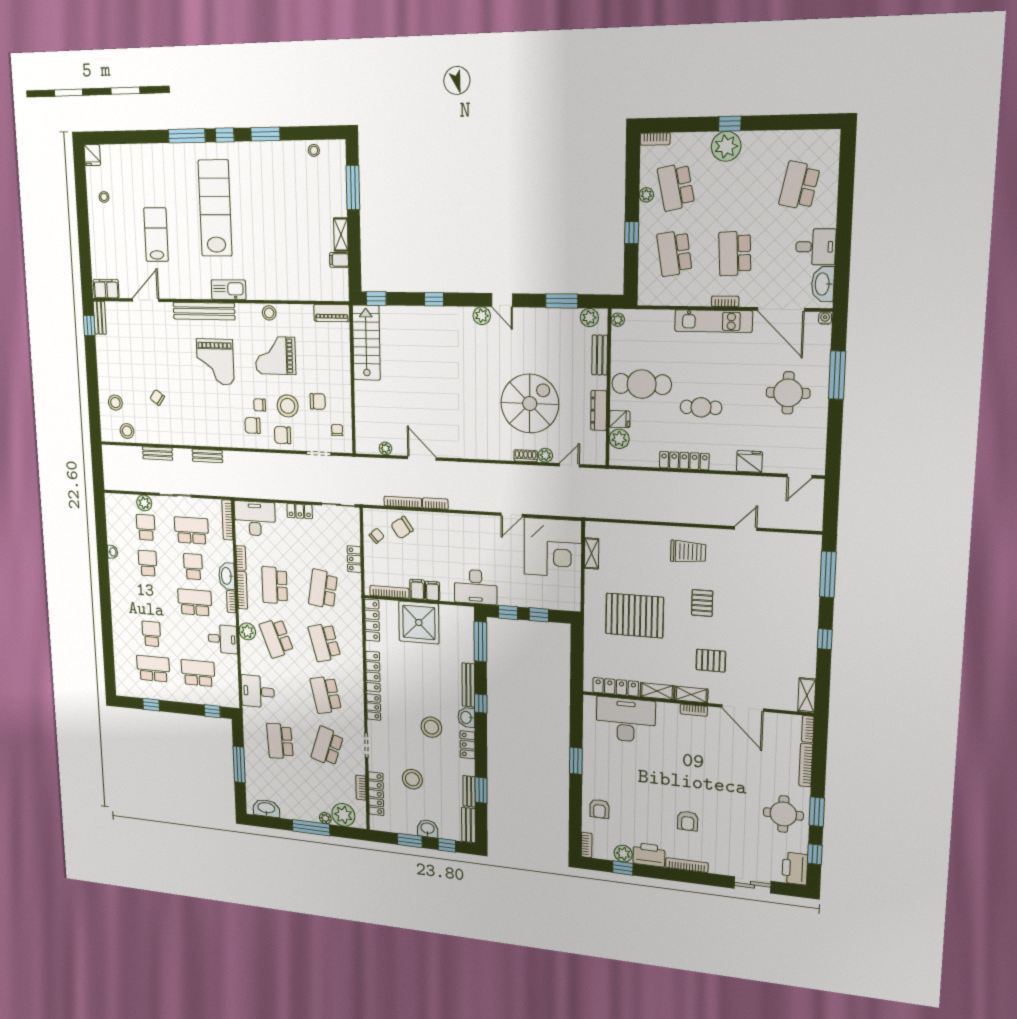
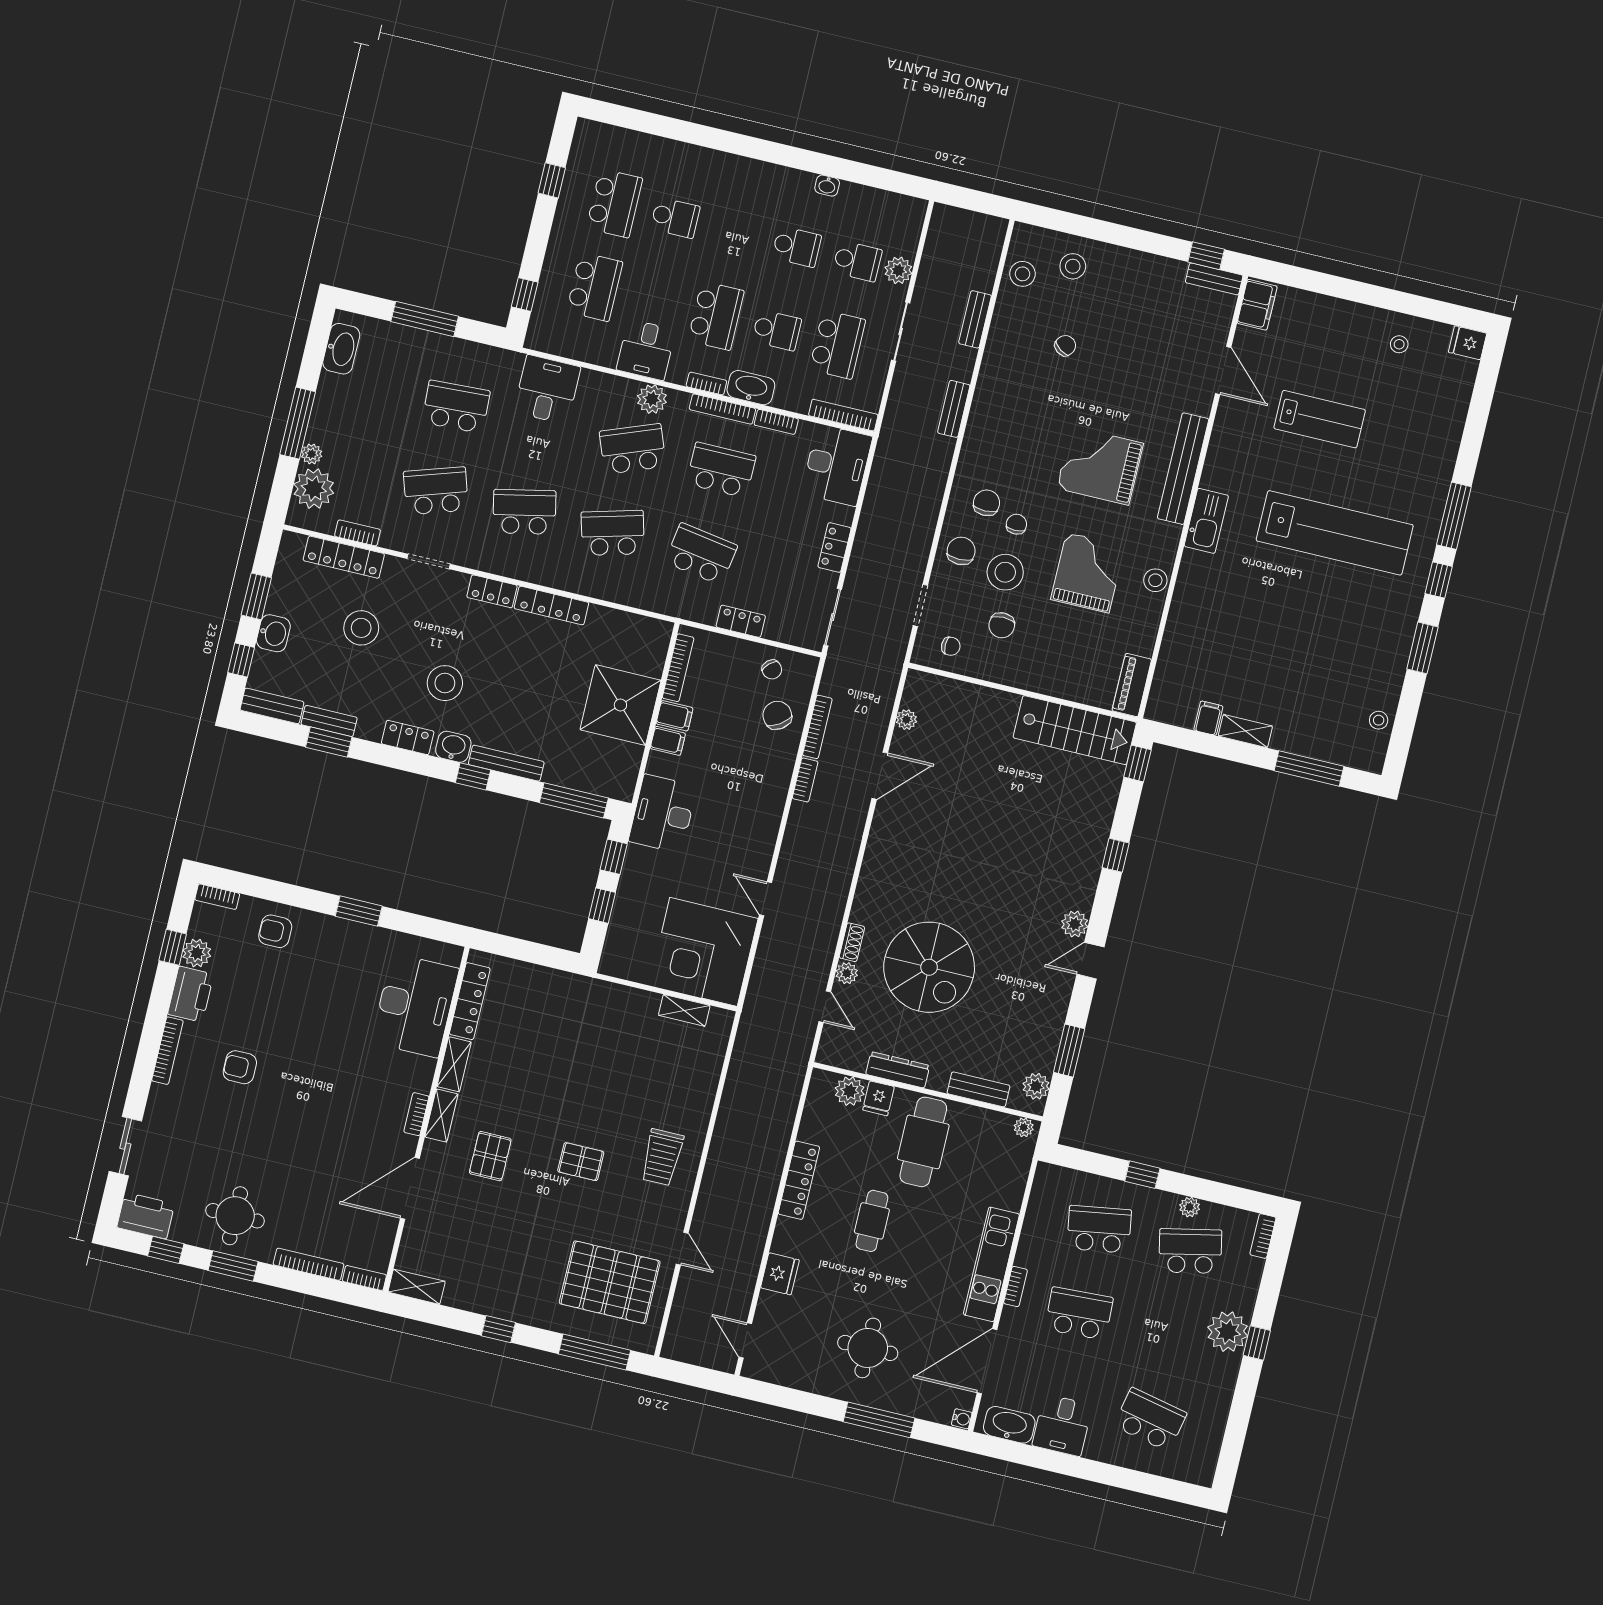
pallet: (634, 616) -> (610, 1282), moved, turned 90
locker: (372, 620) -> (636, 626), removed
school desk: (327, 746) -> (436, 491), turned -36

